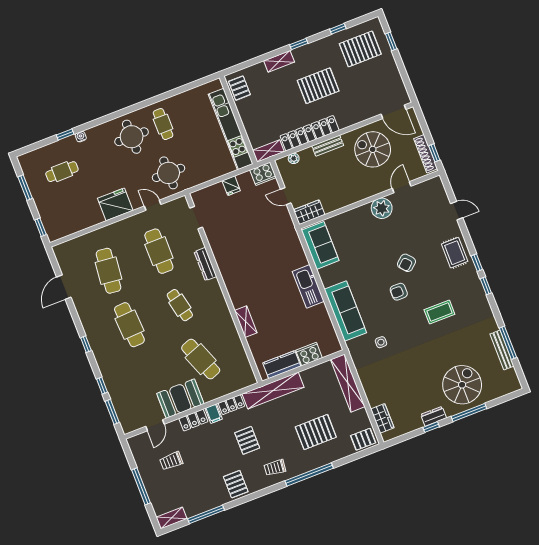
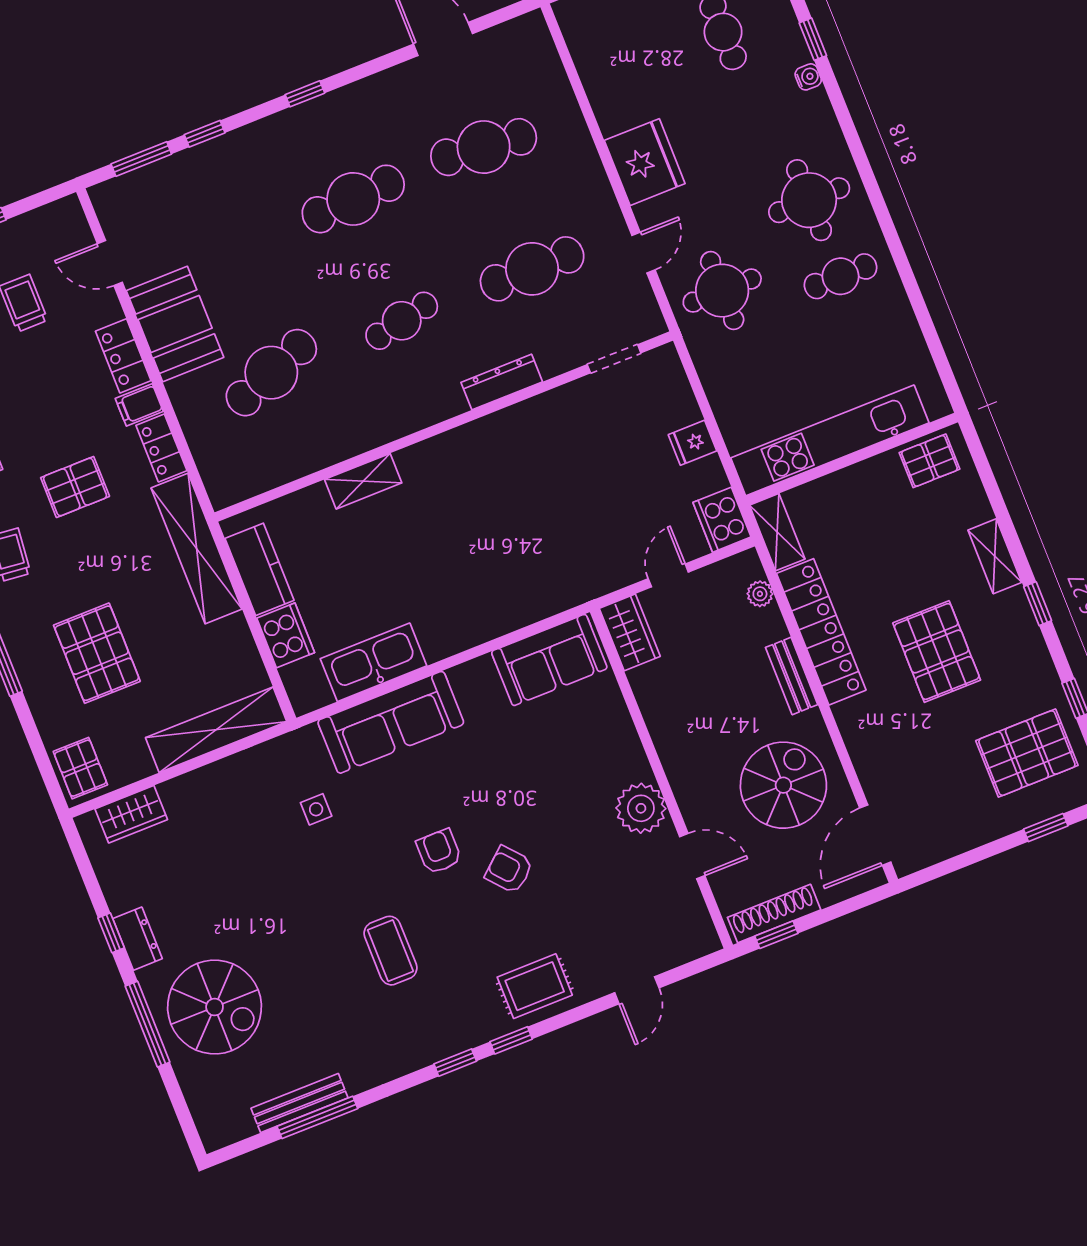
pallet: (360, 49) -> (1027, 753), turned 90
kitchen sink: (308, 286) -> (374, 662), moved

